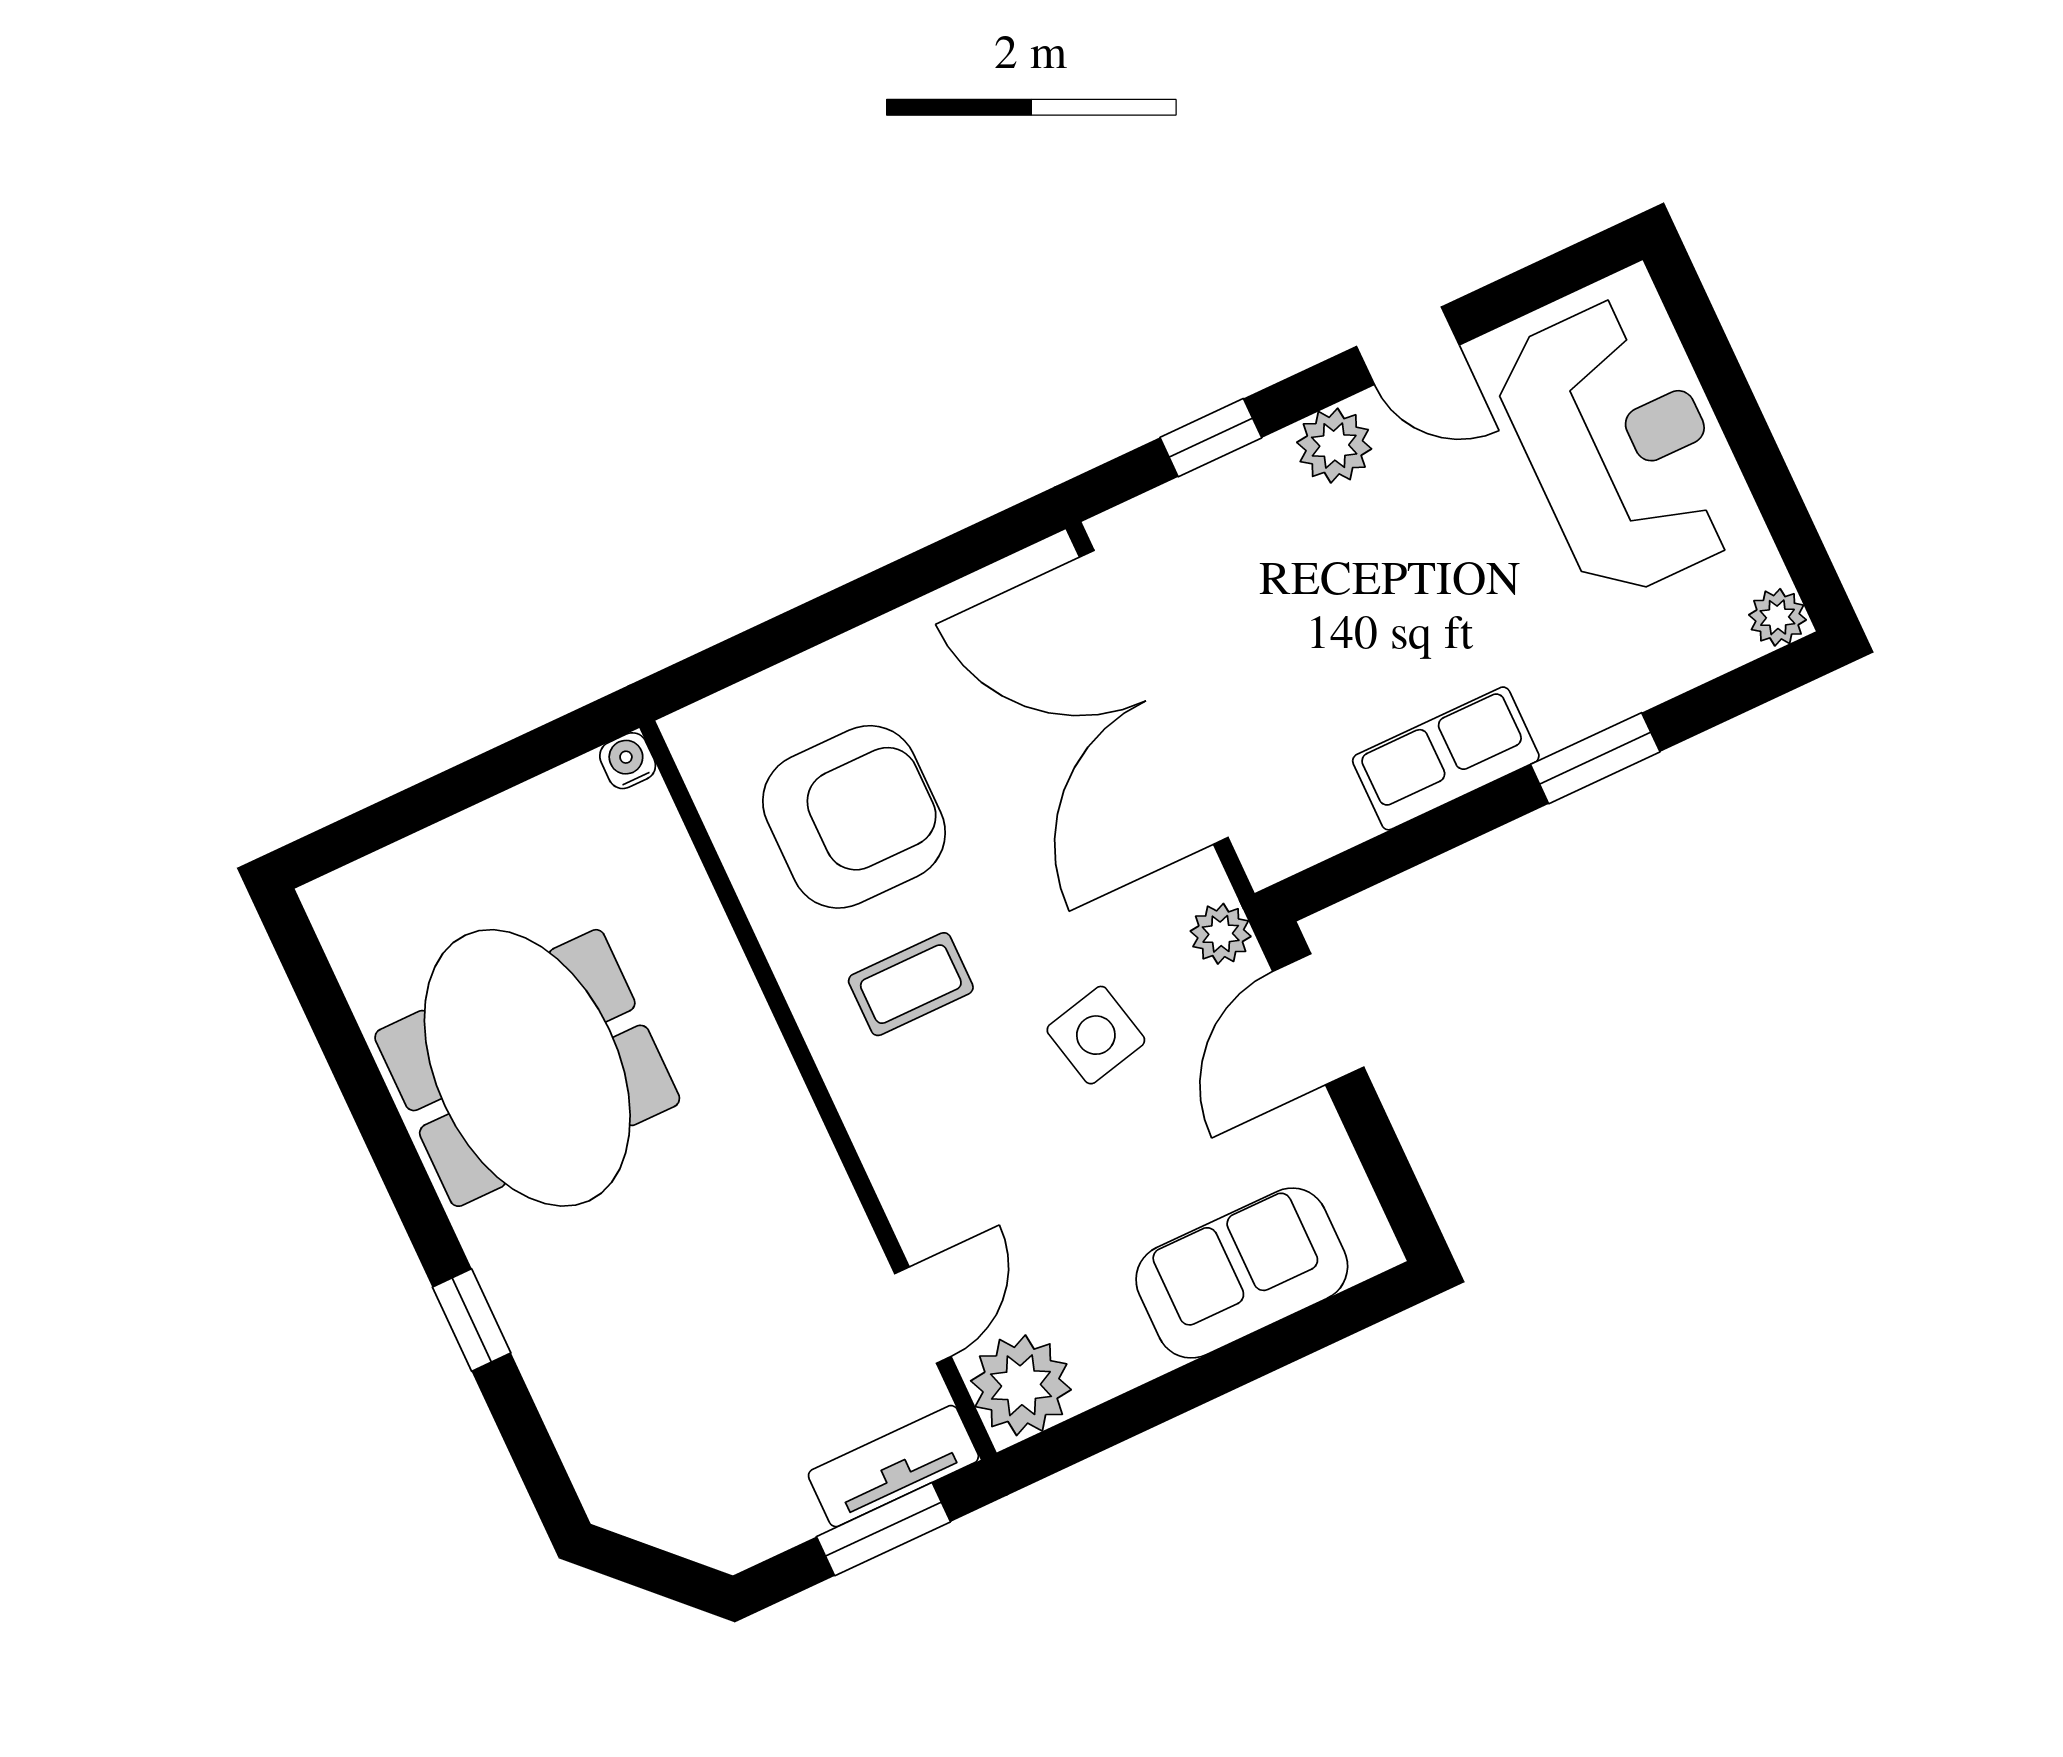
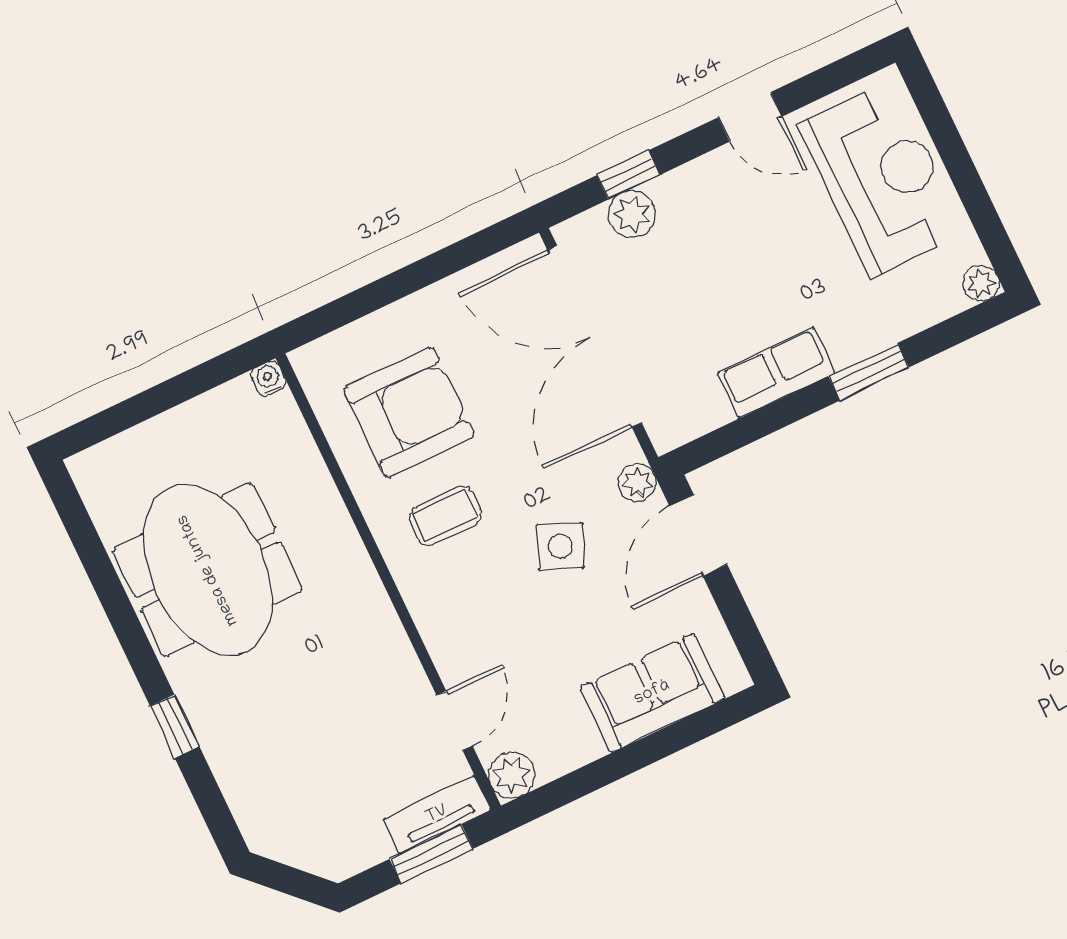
plant: (1334, 446) -> (632, 214), moved
side table: (1096, 1035) -> (560, 546), turned 36
plant: (1021, 1385) -> (512, 775), width x0.73, depth x0.73

